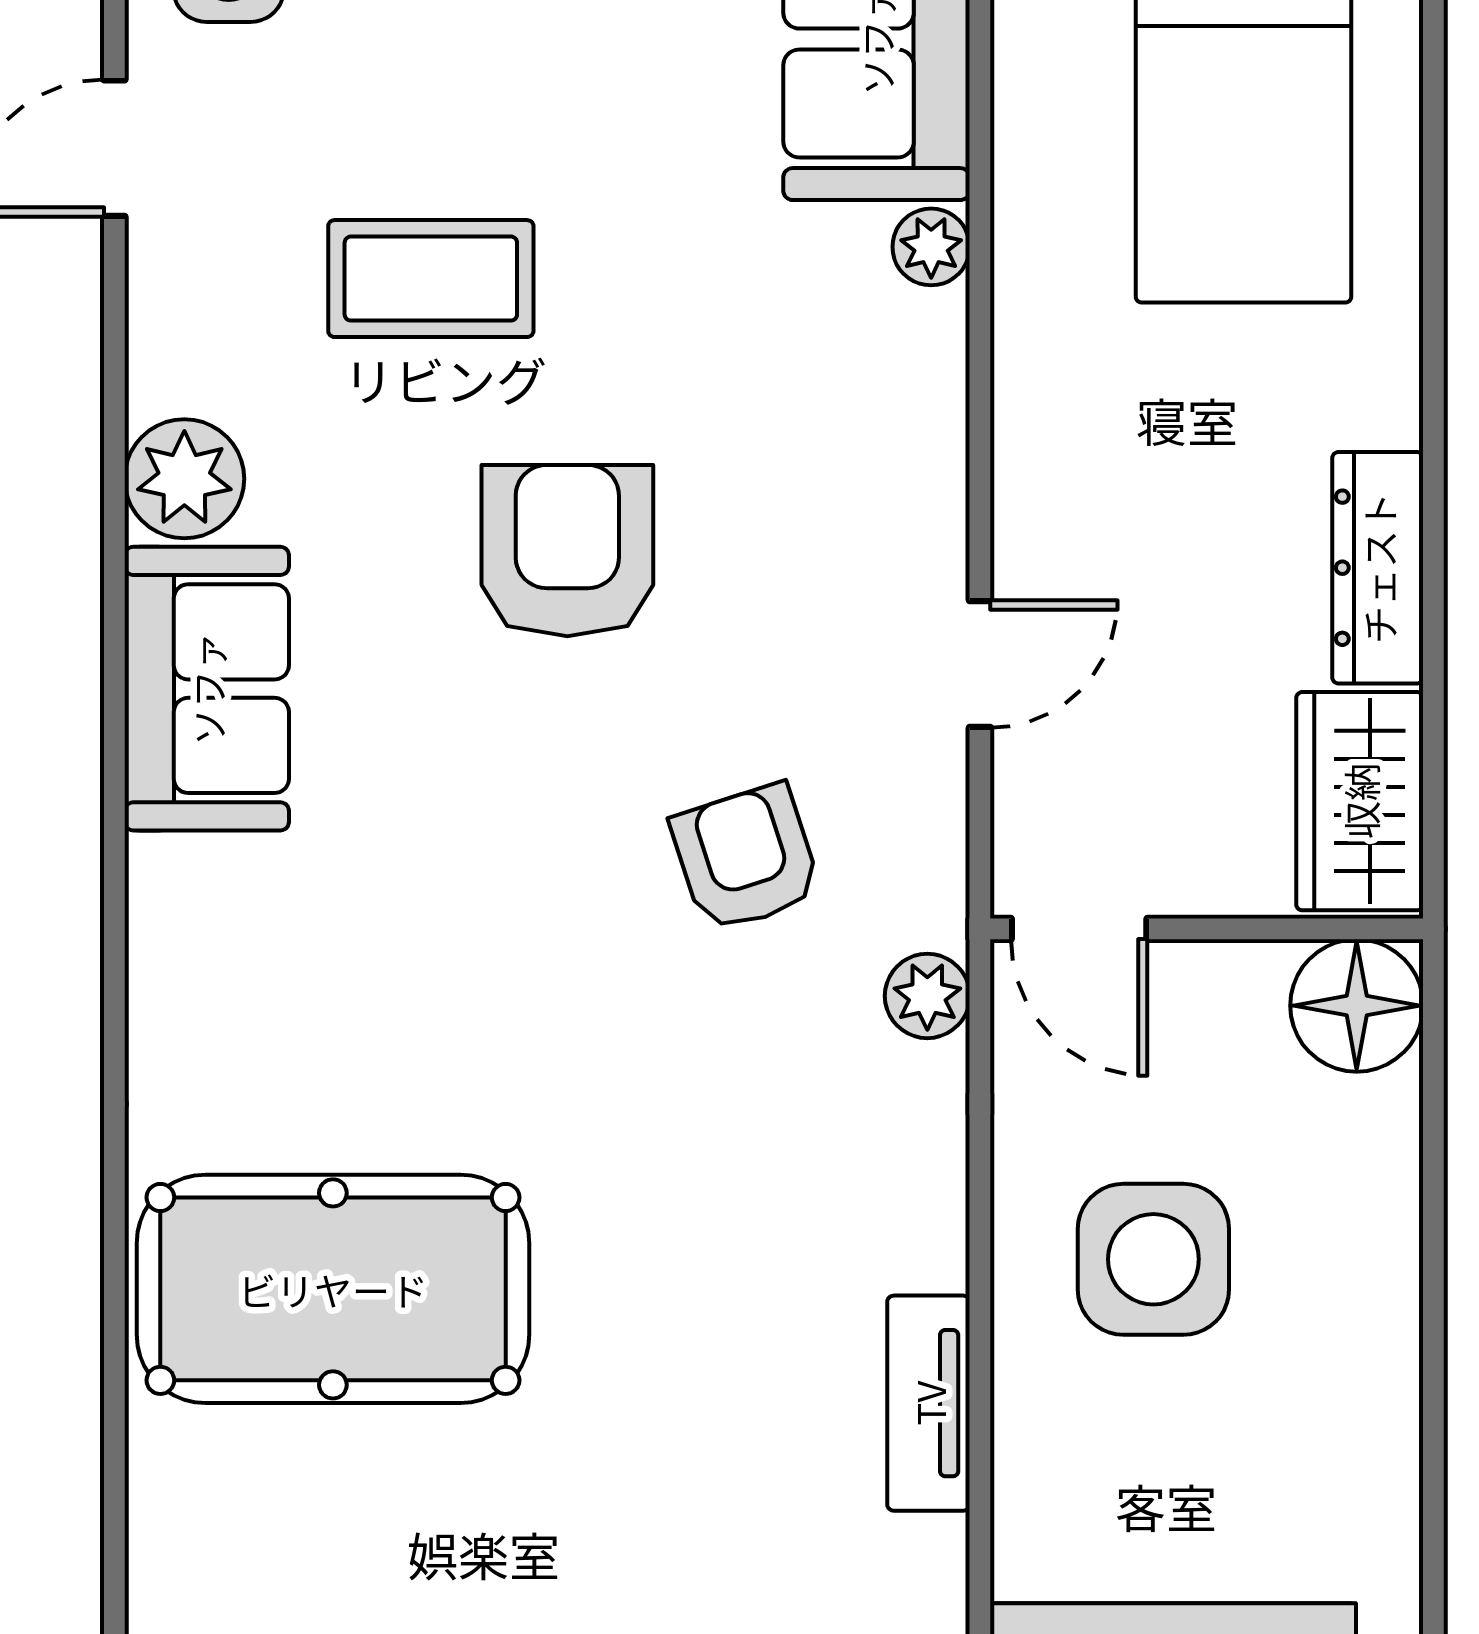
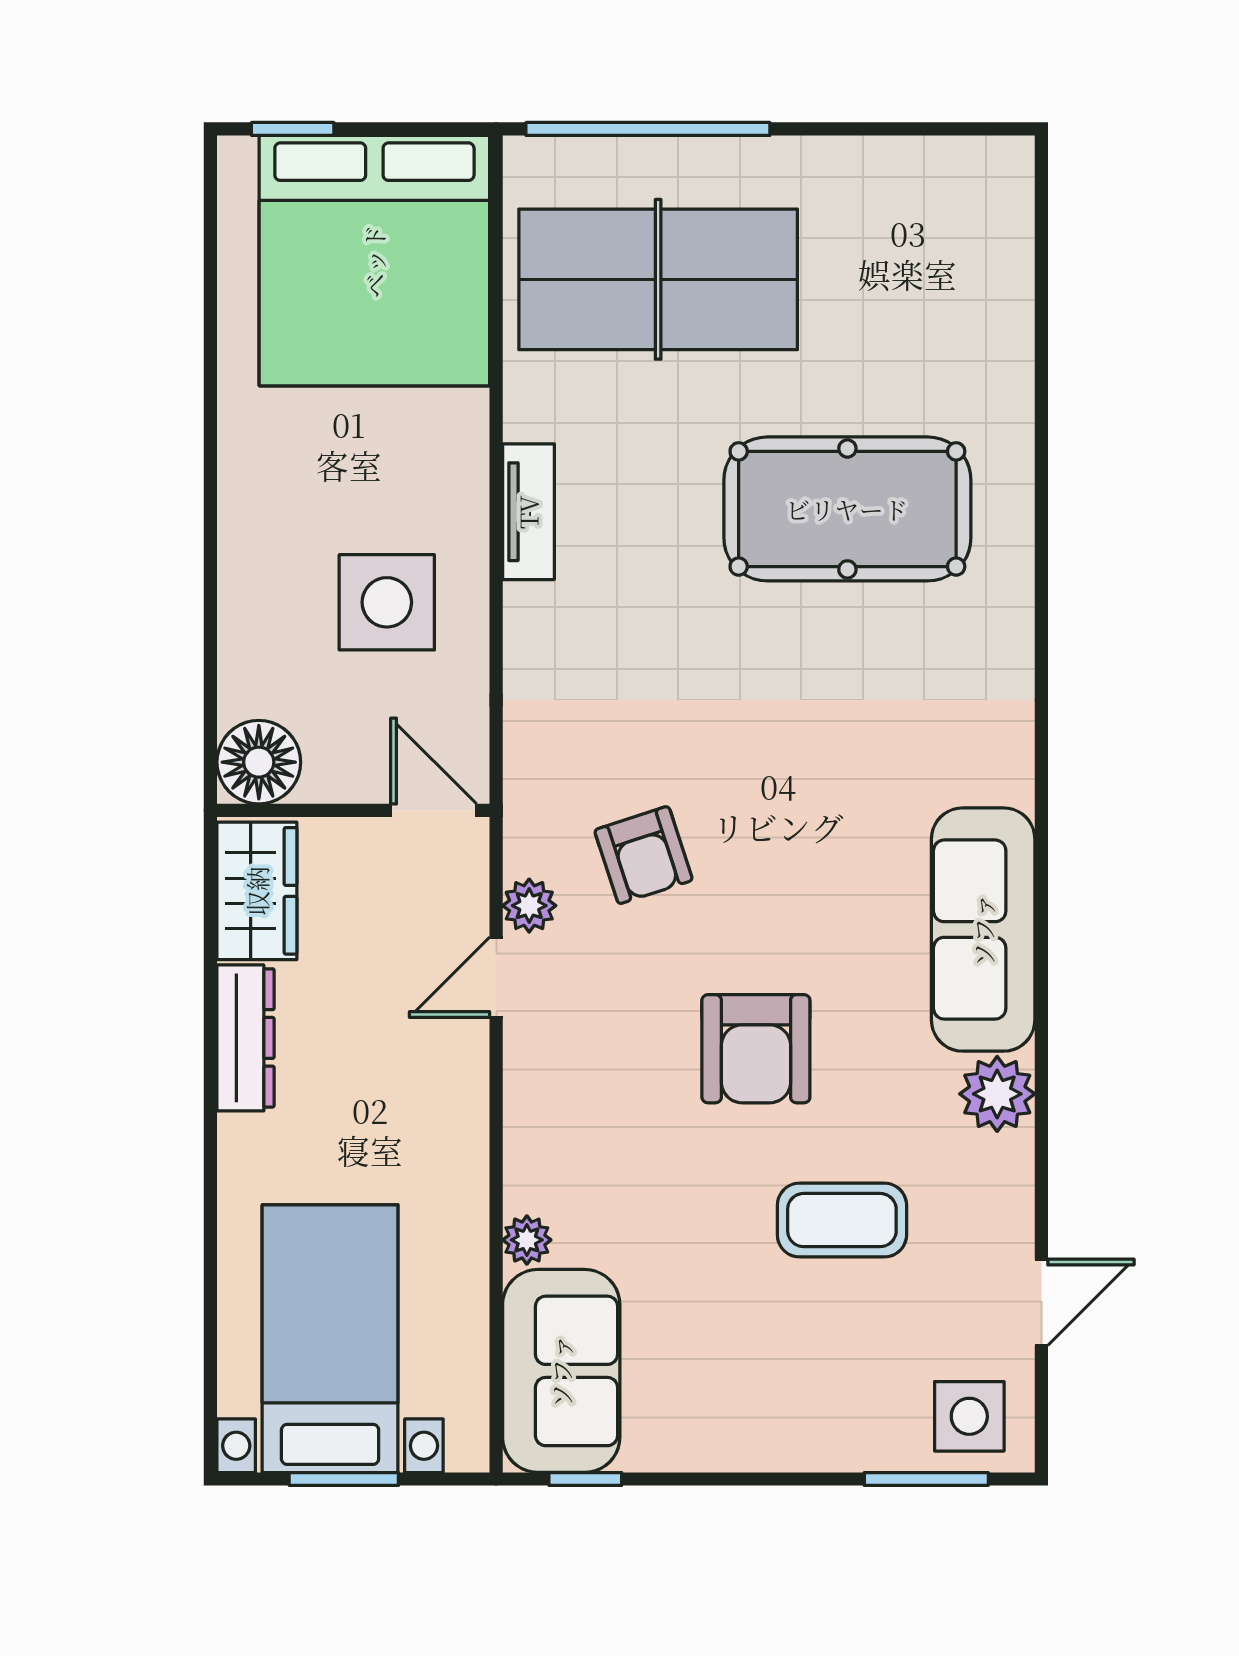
sofa: (207, 689) -> (983, 930), width x1.36
plant: (927, 996) -> (529, 906), moved
pool table: (333, 1289) -> (847, 509), moved

